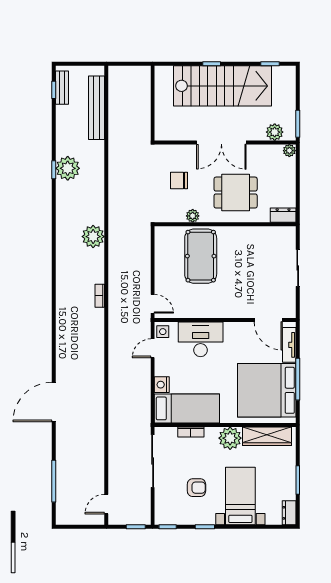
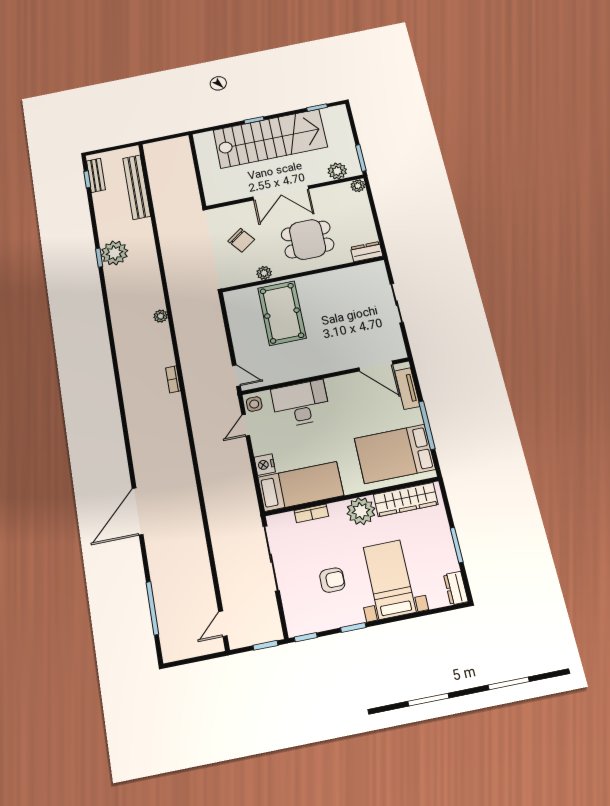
chair: (179, 181) -> (241, 240), turned -127
plant: (93, 237) -> (161, 316), width x0.53, depth x0.53
bed: (267, 390) -> (395, 454), width x0.73

